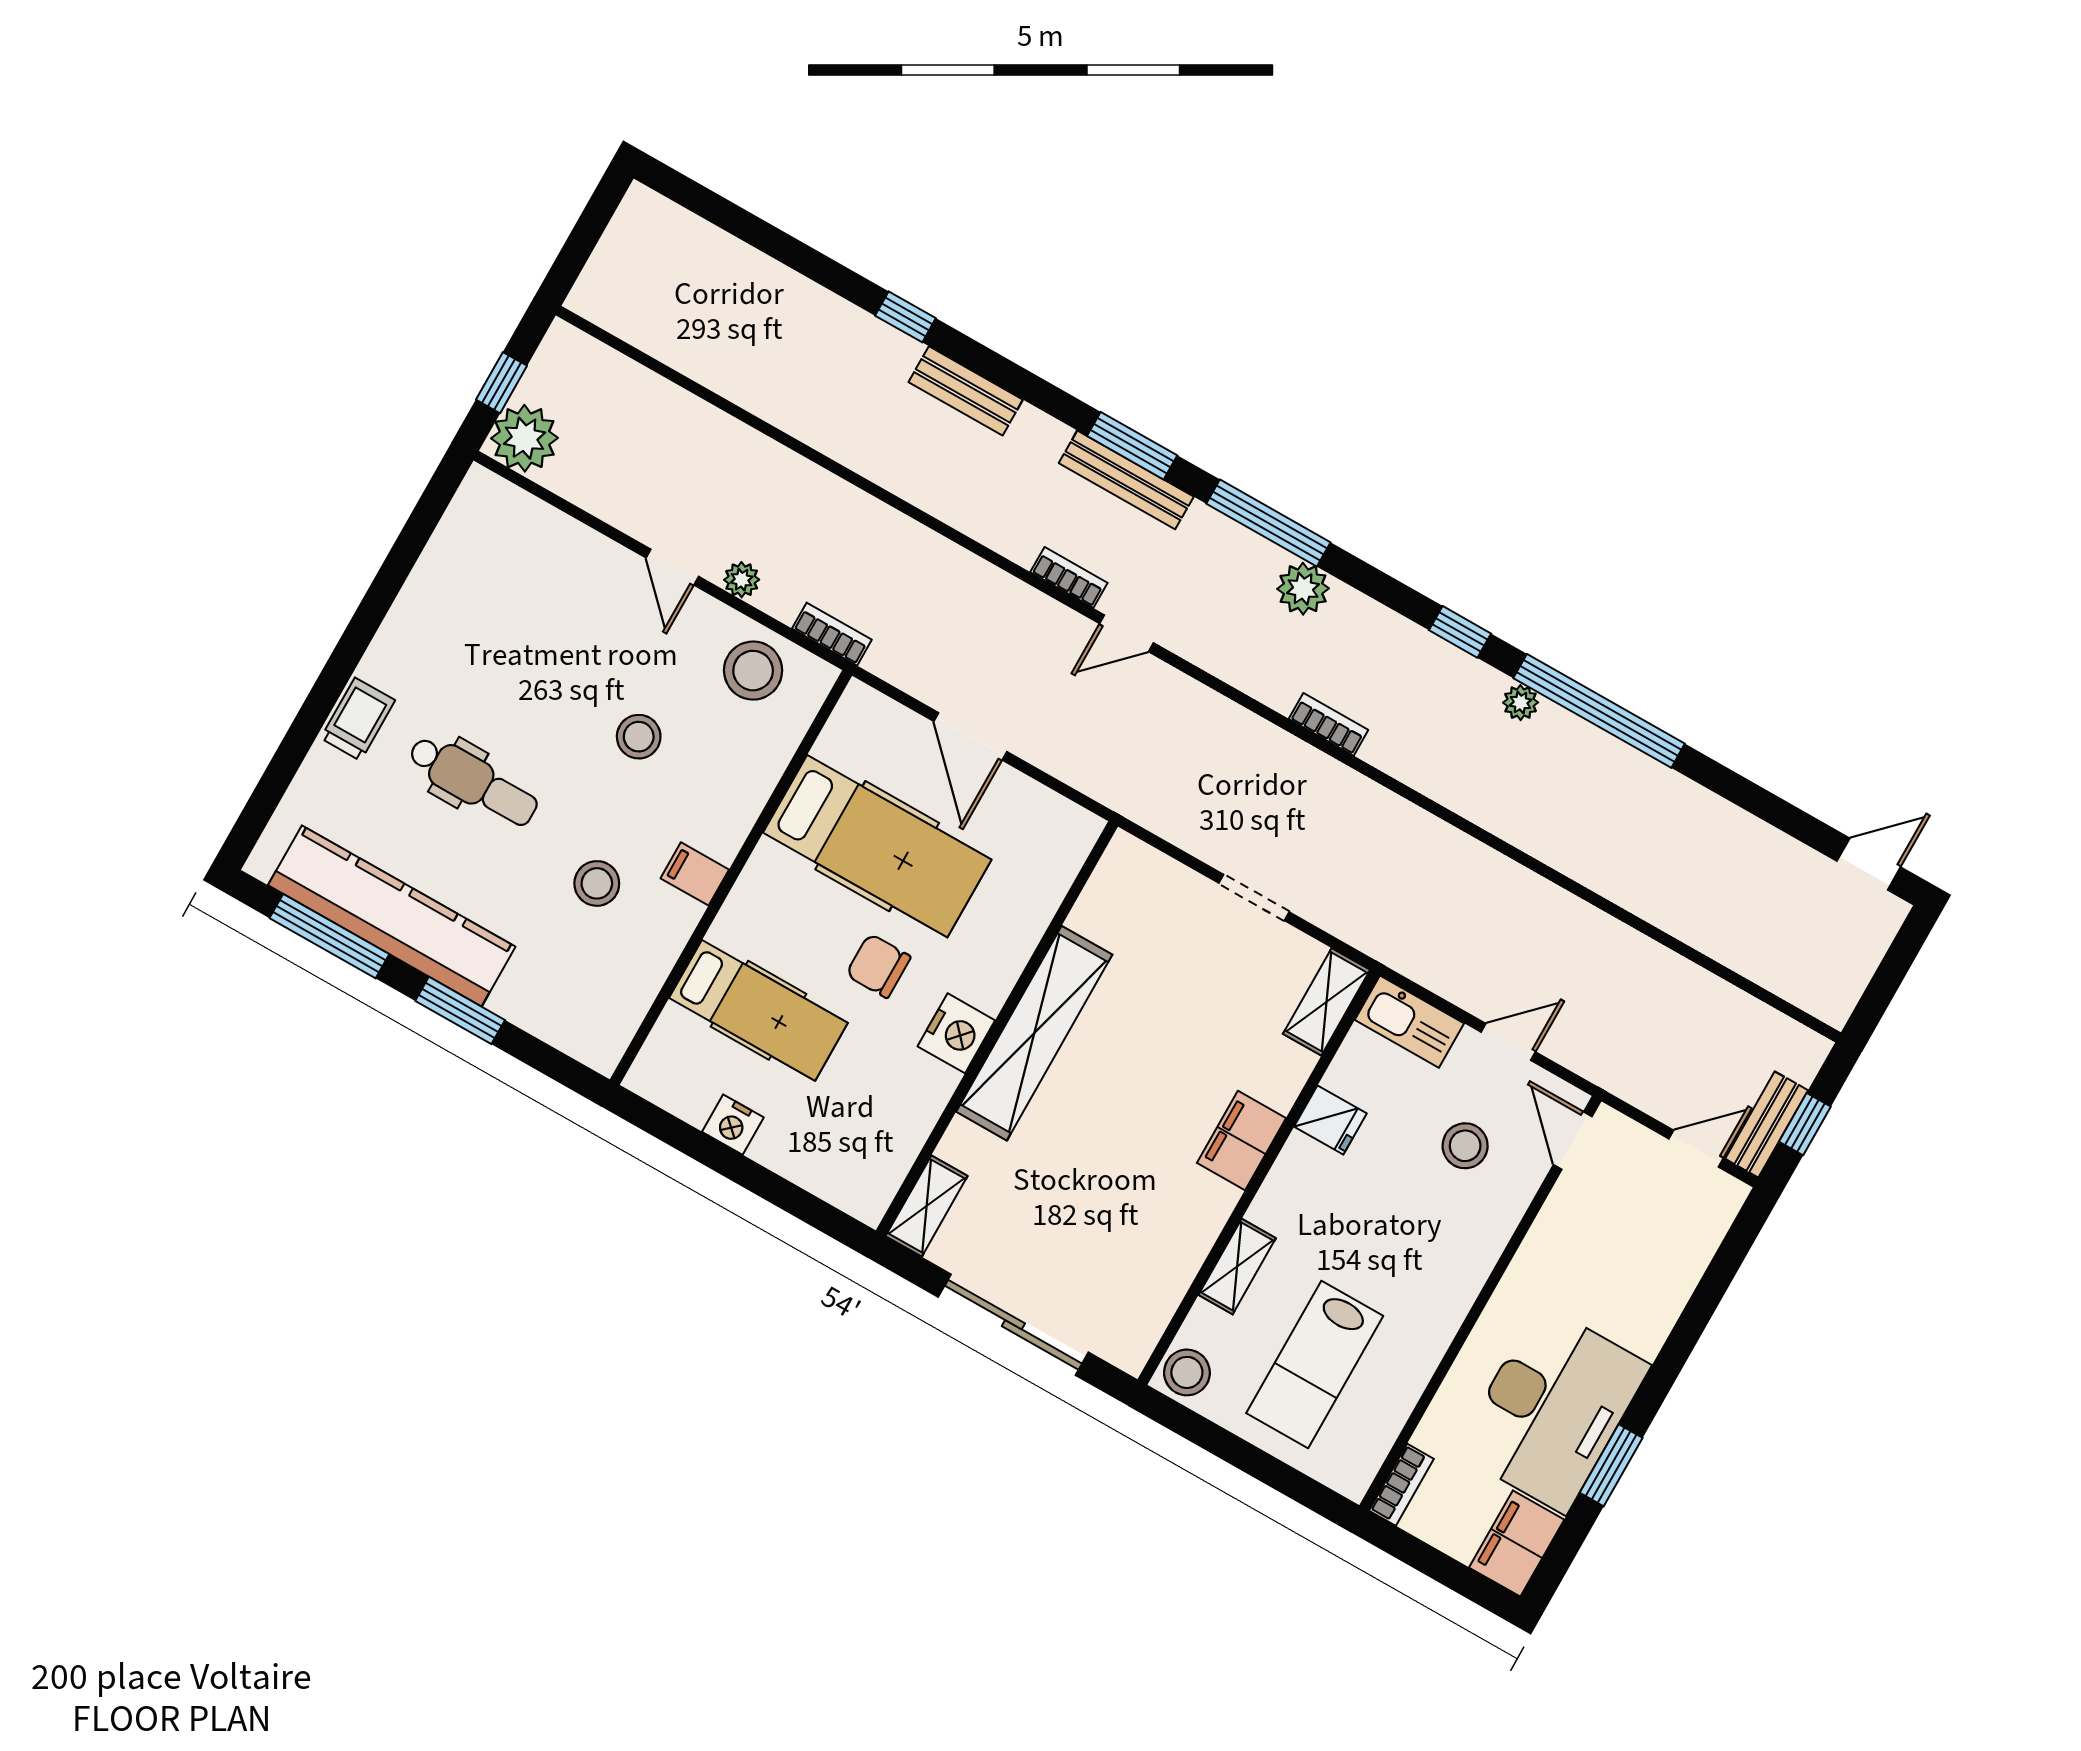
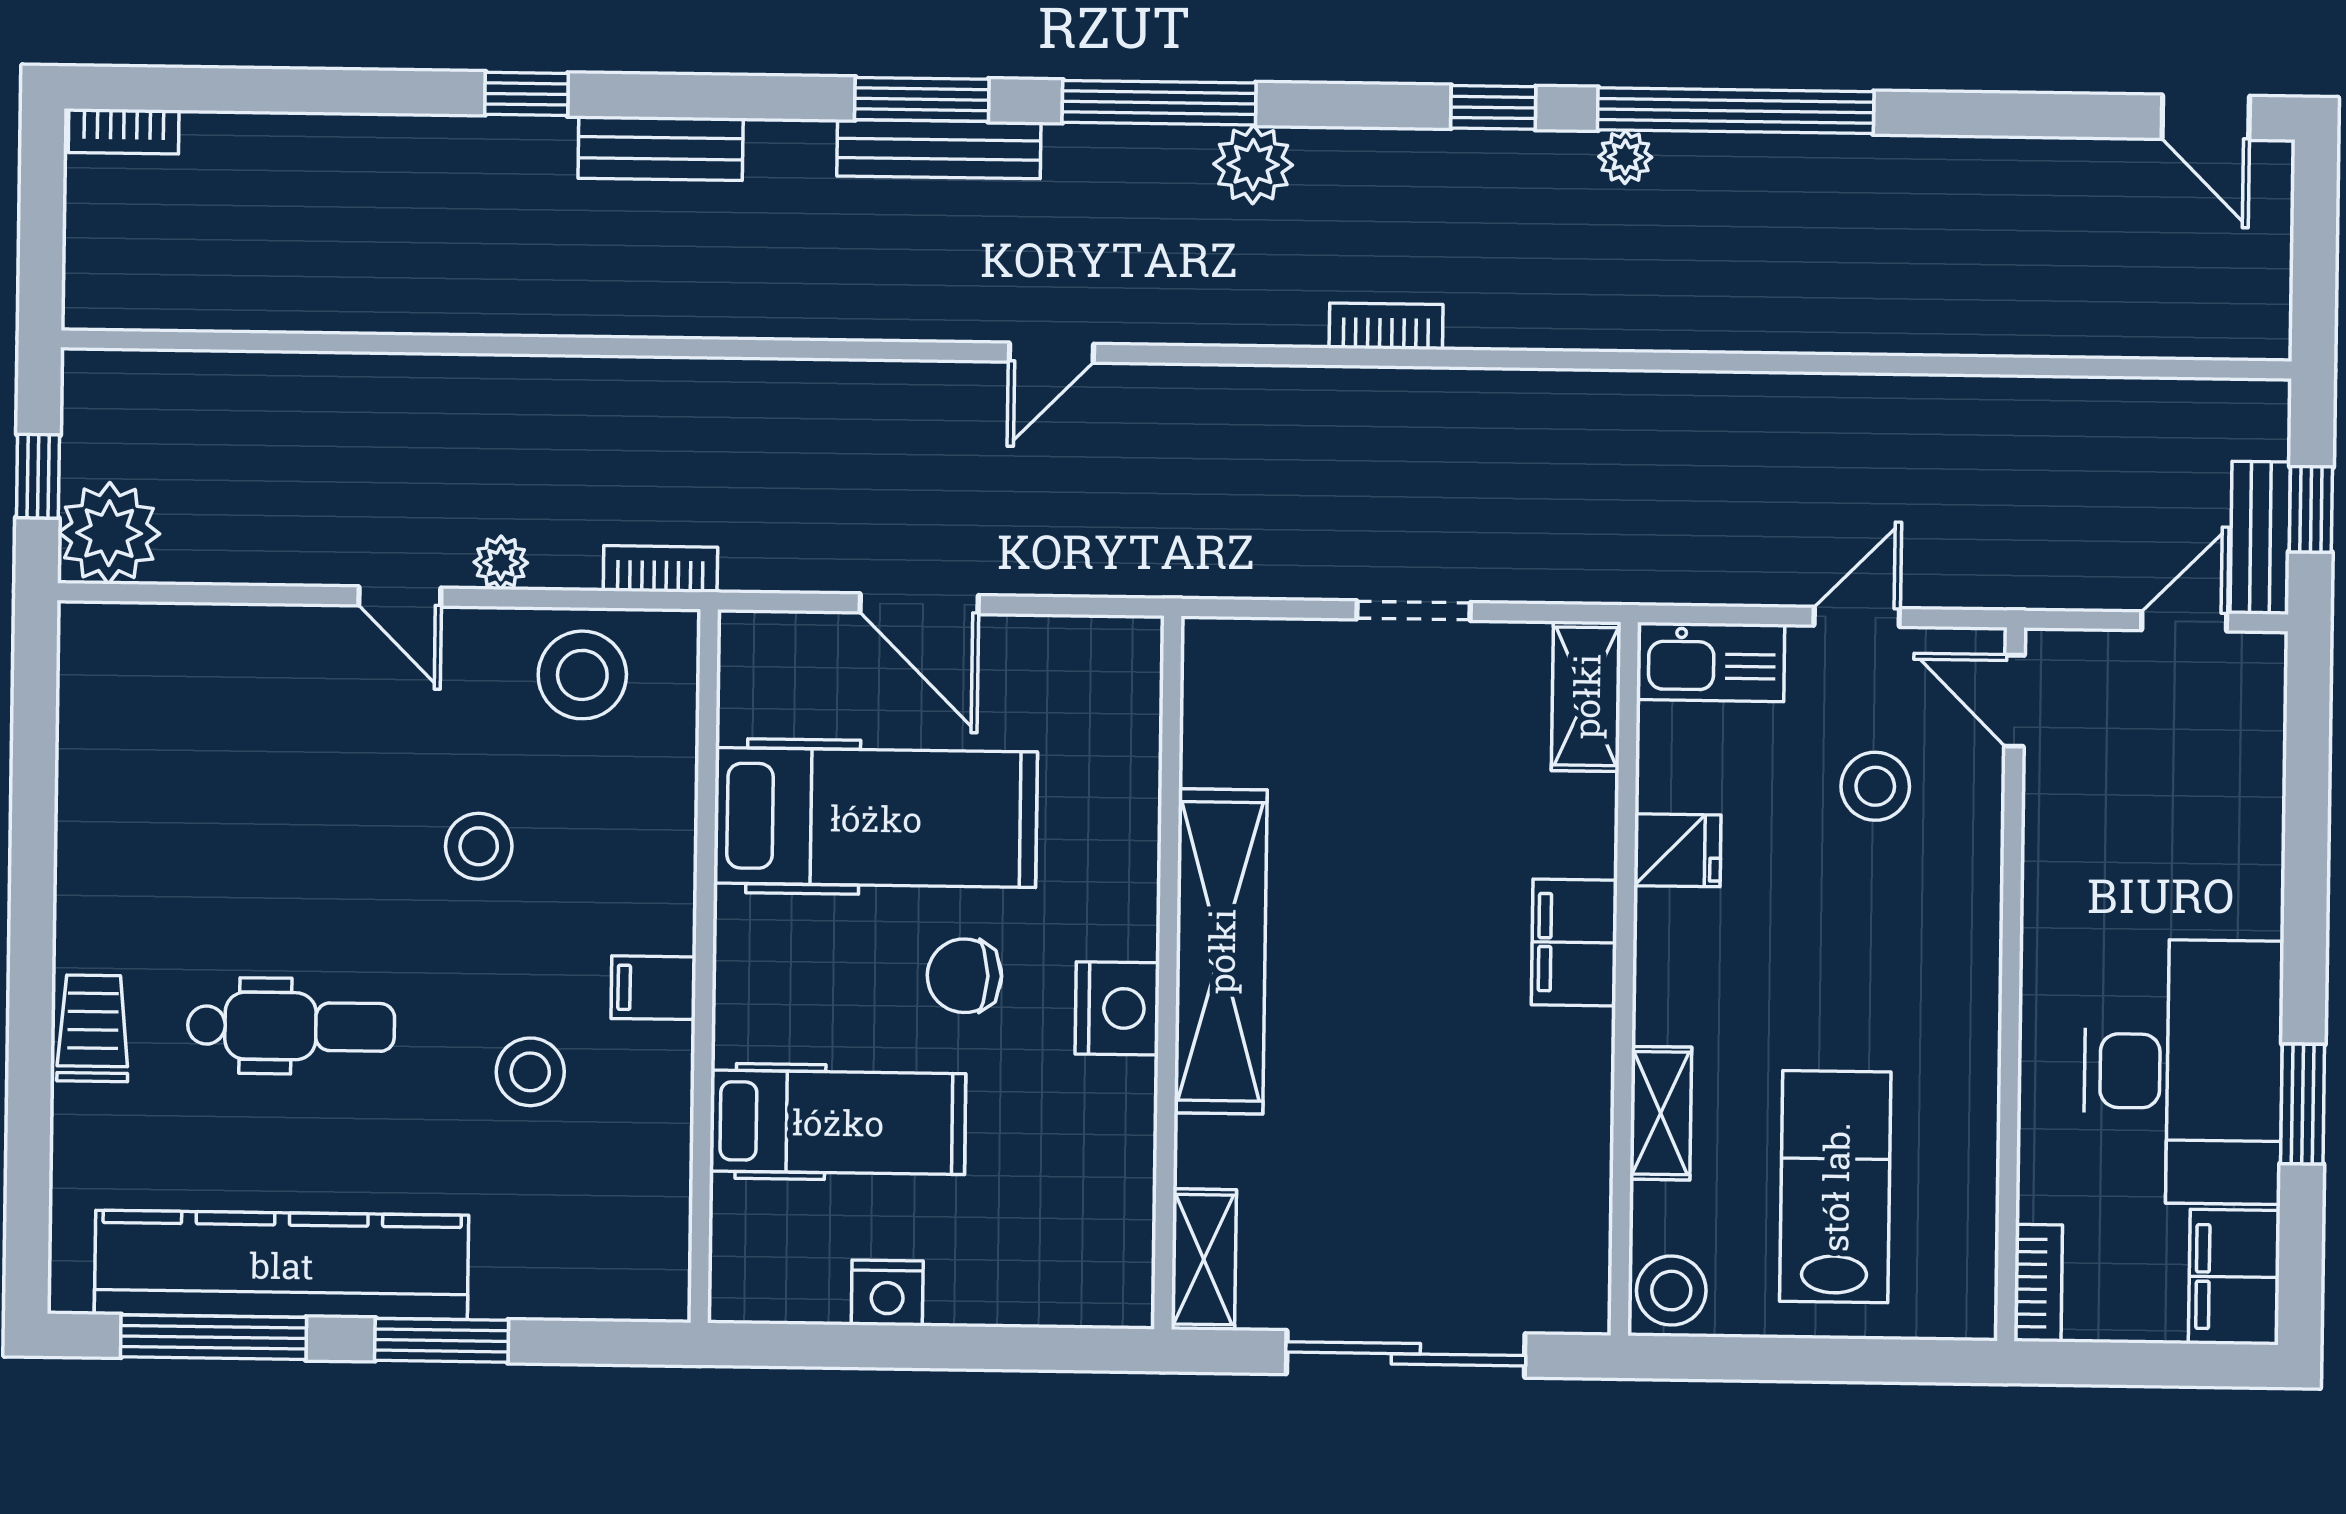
bookcase: (1069, 577) -> (124, 131), moved, turned 180
door: (1869, 864) -> (2206, 117), swing flipped
lab bench: (1315, 1365) -> (1835, 1187), turned 180

